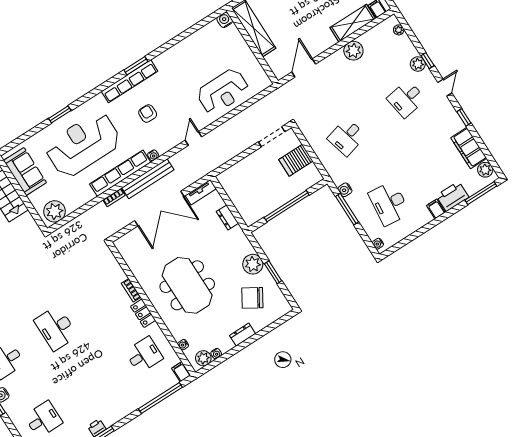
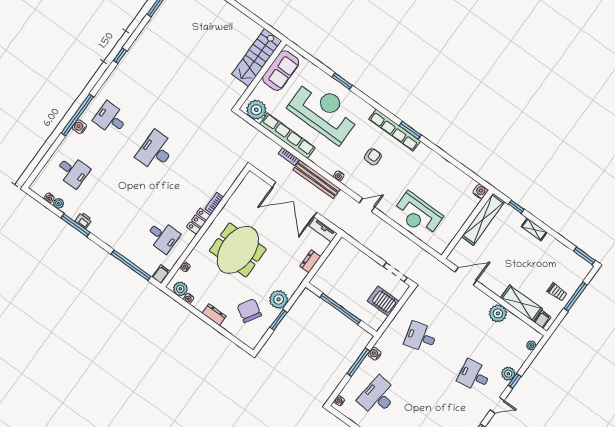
row of seats: (120, 173) -> (287, 136), moved

